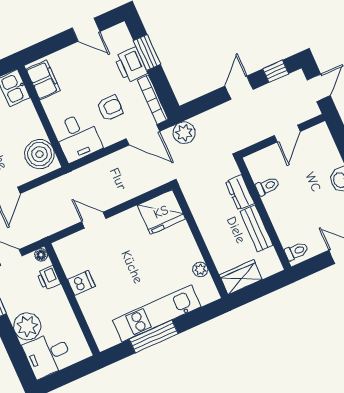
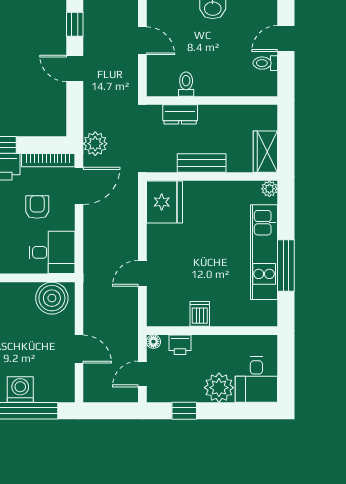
bench: (256, 228) -> (202, 163), moved
toilet: (296, 251) -> (265, 63), moved, turned -90
plant: (200, 269) -> (269, 189), moved

